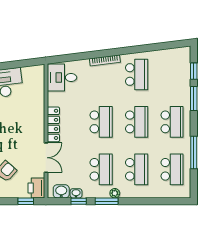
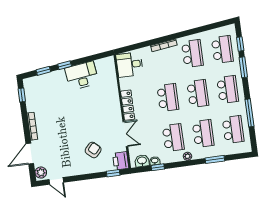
school desk: (172, 75) -> (222, 49), added
window: (107, 201) -> (215, 159), moved

